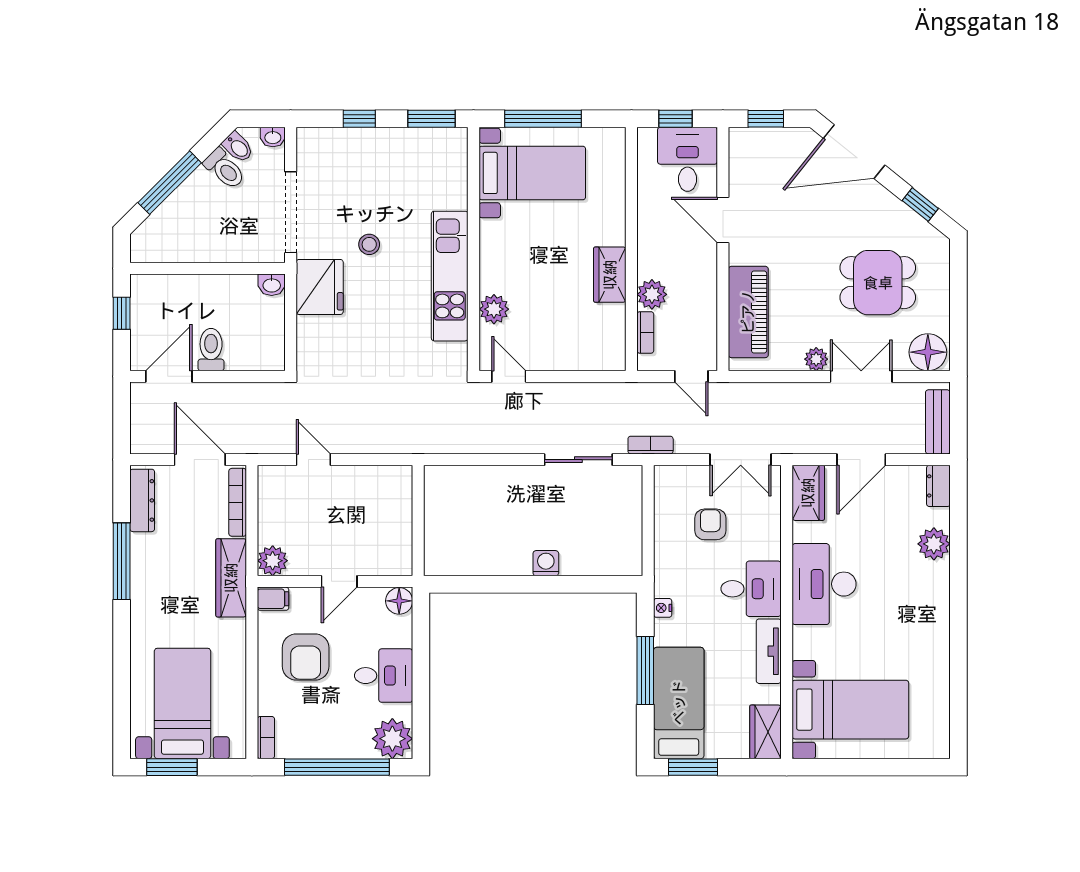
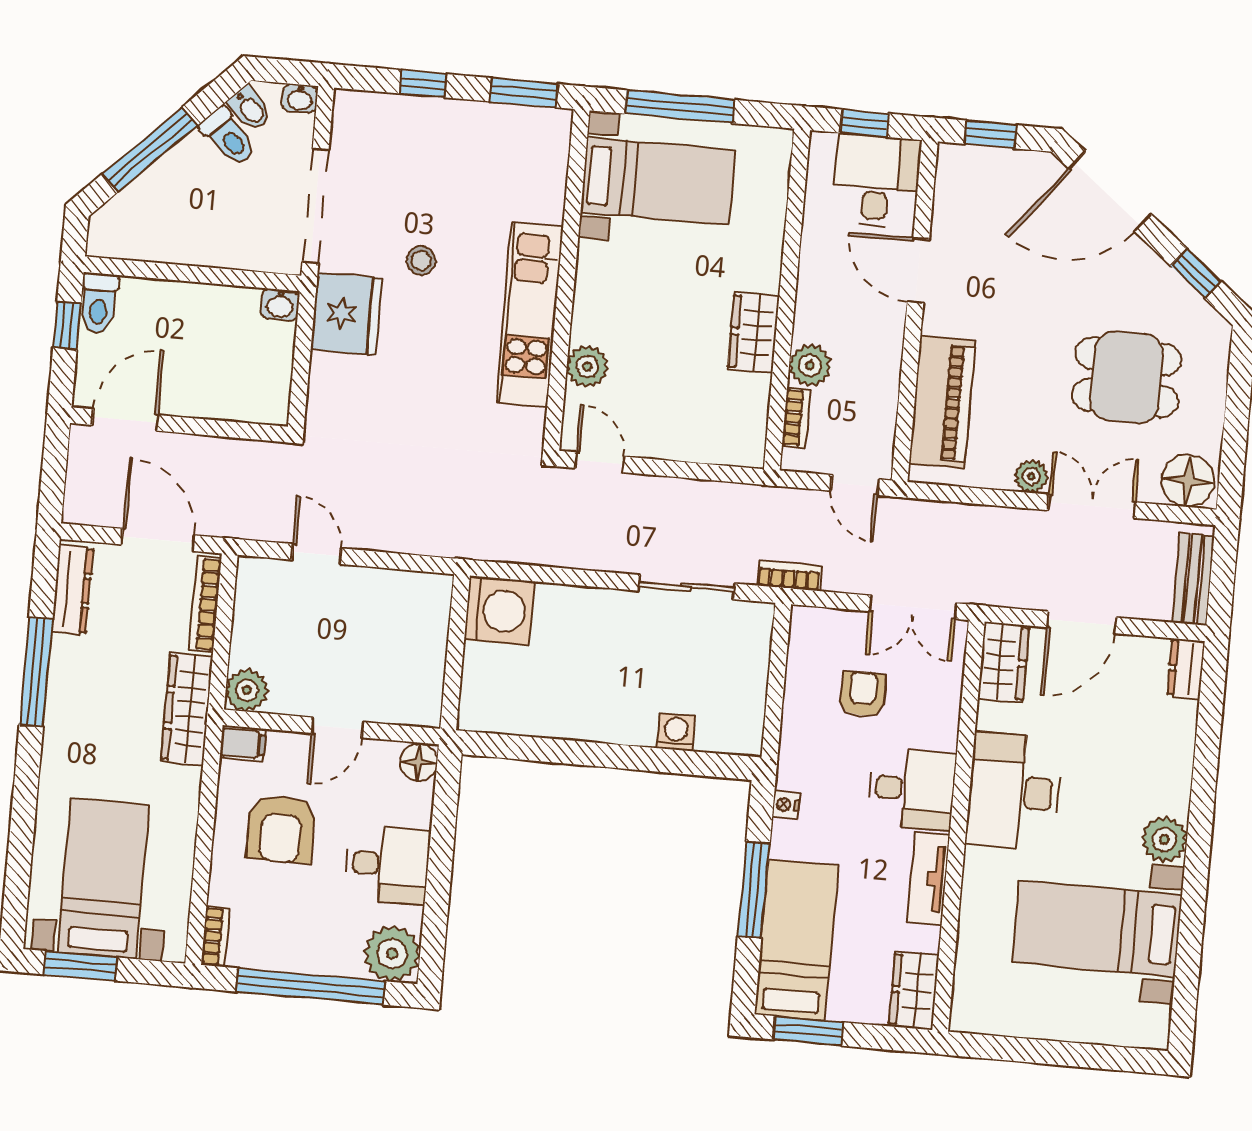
toilet: (211, 350) -> (99, 303), moved, turned 180
washing machine: (447, 488) -> (499, 611), added
plant: (934, 544) -> (1164, 839), moved
washing machine: (546, 563) -> (676, 732), moved
bed with nightstands: (850, 710) -> (1097, 929), moved, turned 180

